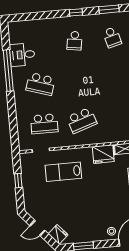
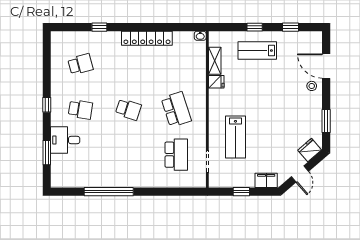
window: (109, 9) -> (47, 153), moved
desk: (22, 55) -> (65, 140), moved, turned 90
school desk: (41, 84) -> (128, 109), moved, width x0.54
fridge: (103, 154) -> (216, 82), width x0.53, depth x0.75
filing cabinet: (30, 200) -> (266, 180), added

